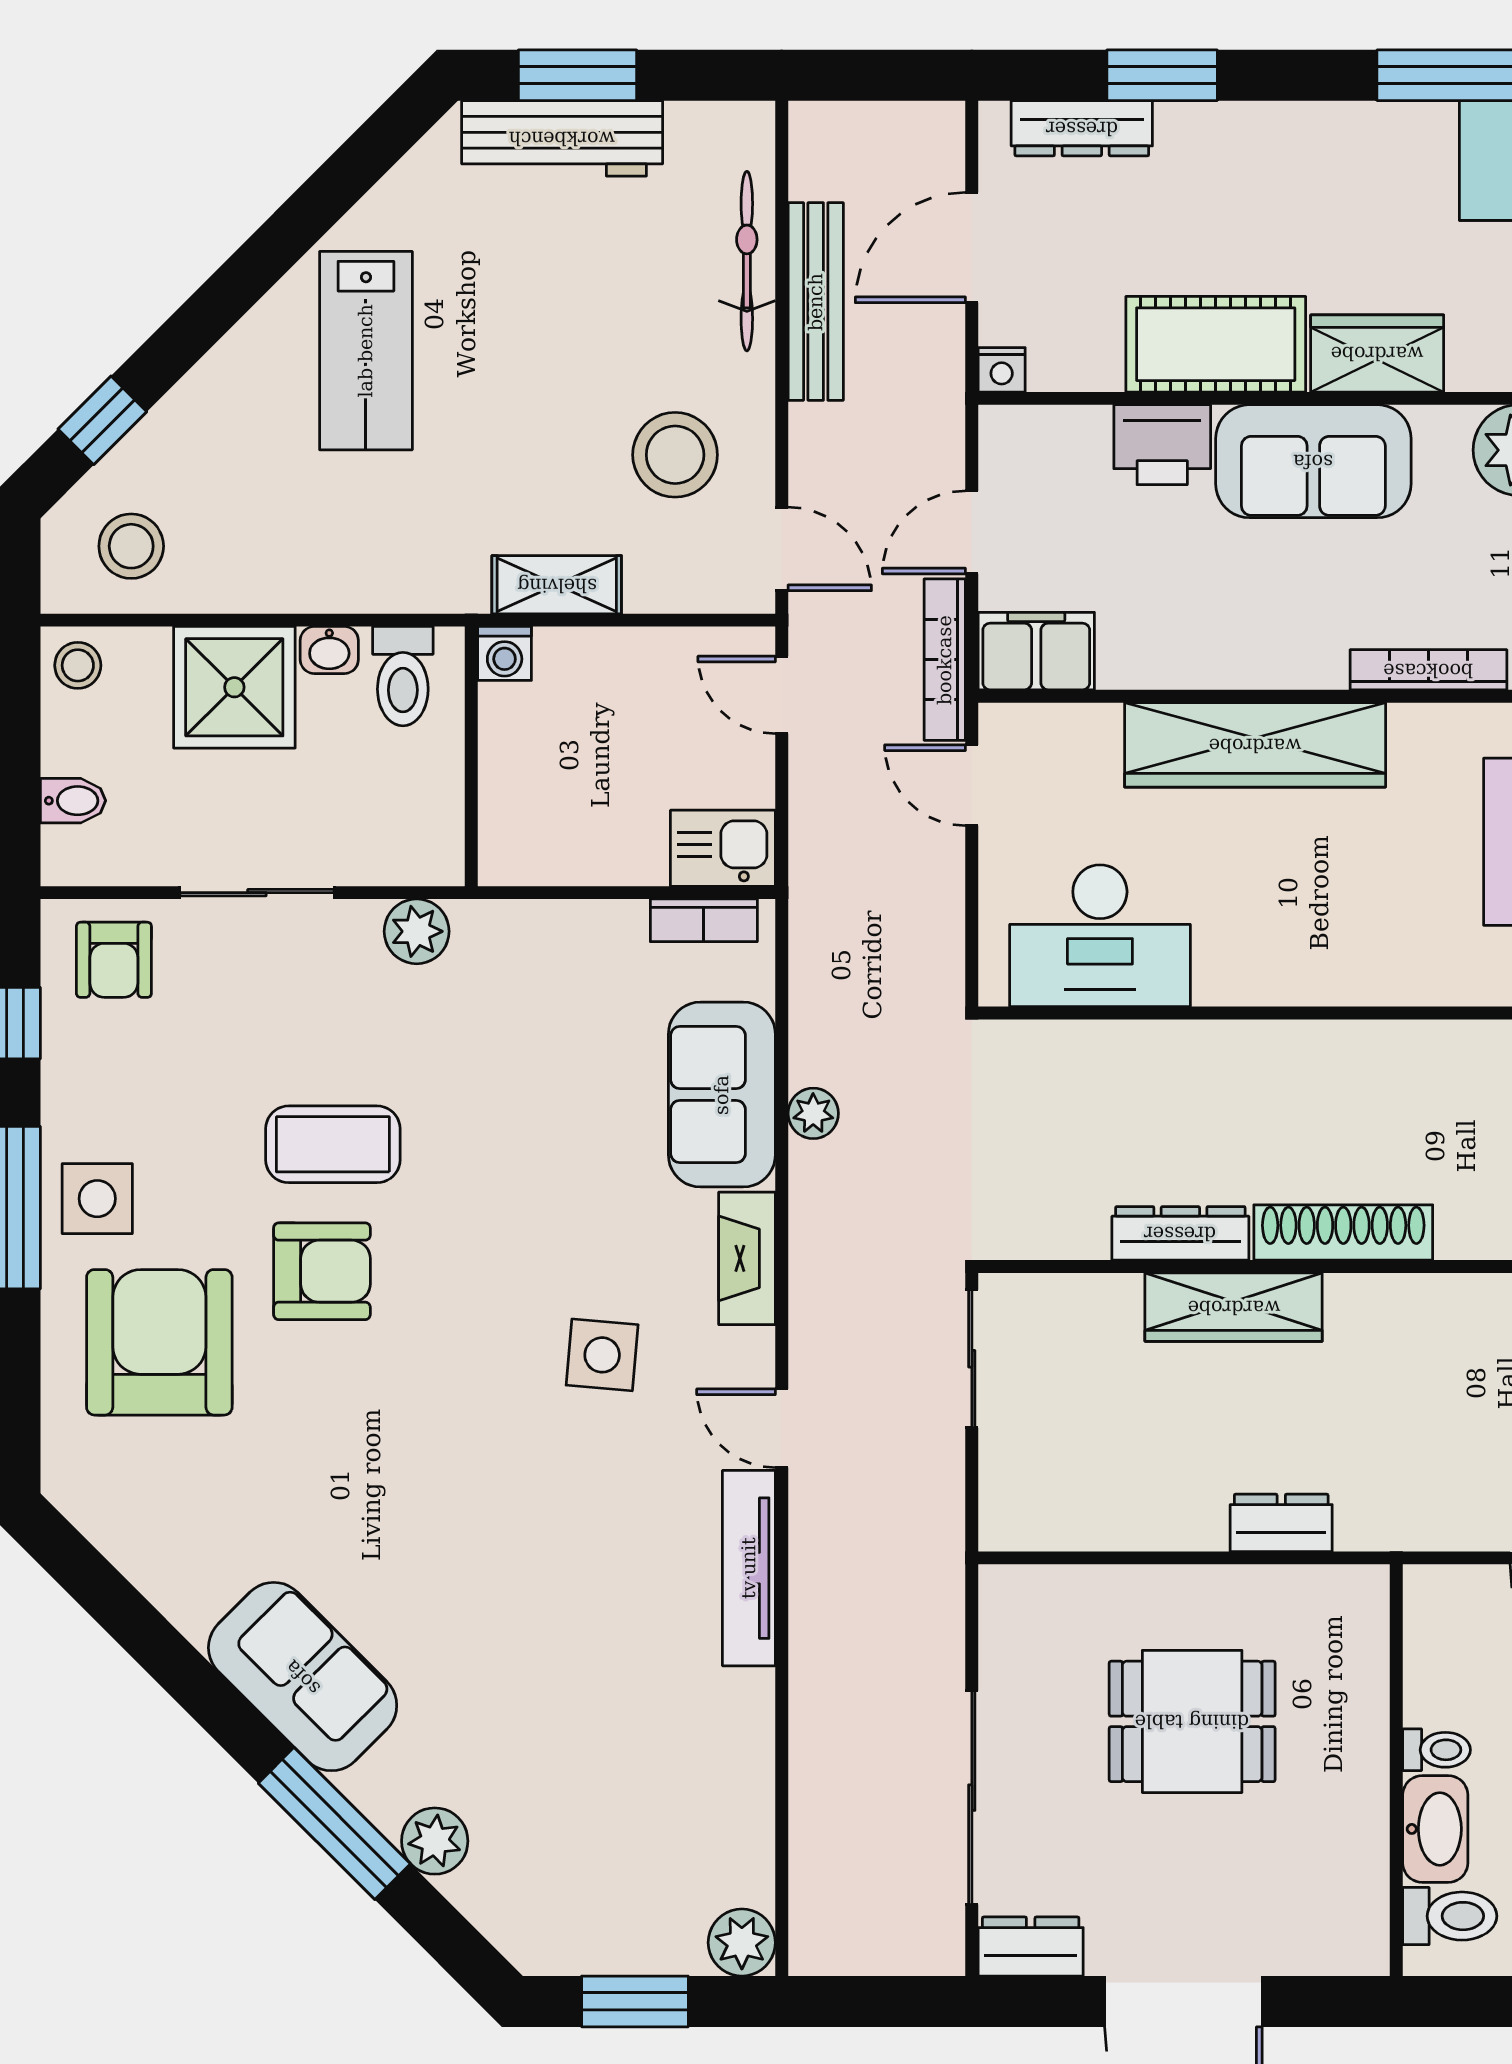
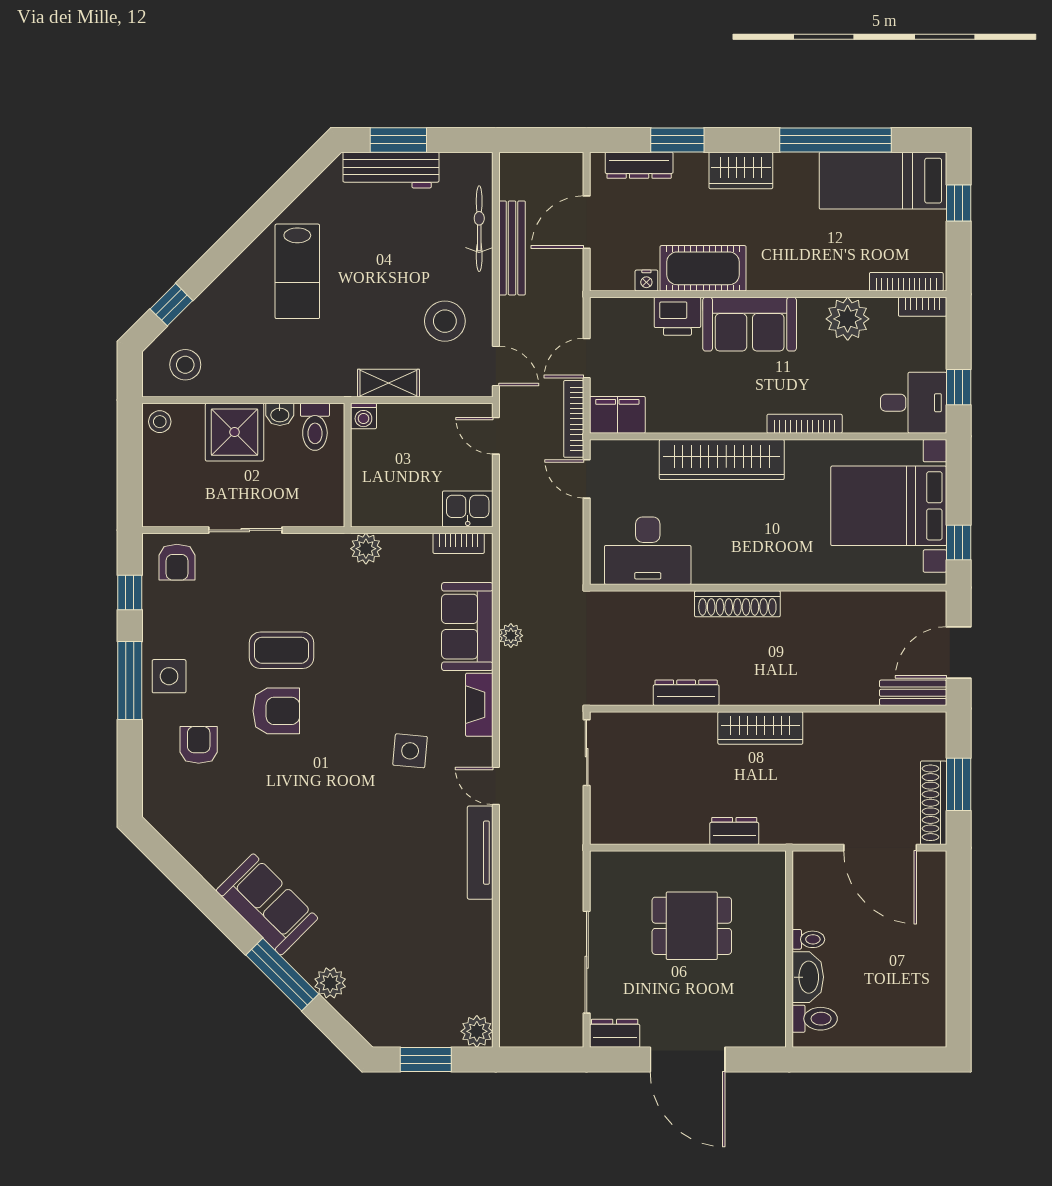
wardrobe: (1377, 353) -> (741, 170), moved, turned 180
nightstand: (1002, 370) -> (646, 281), moved
bidet: (73, 801) -> (157, 486), removed
plant: (417, 931) -> (366, 549), moved
shoe rack: (1343, 1232) -> (737, 604), moved, turned 180
wardrobe: (1234, 1307) -> (760, 728), moved
armchair: (159, 1342) -> (199, 745), width x0.53, depth x0.53

